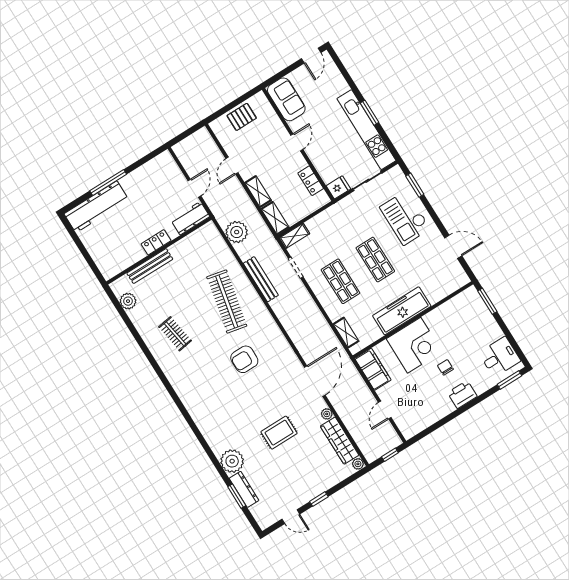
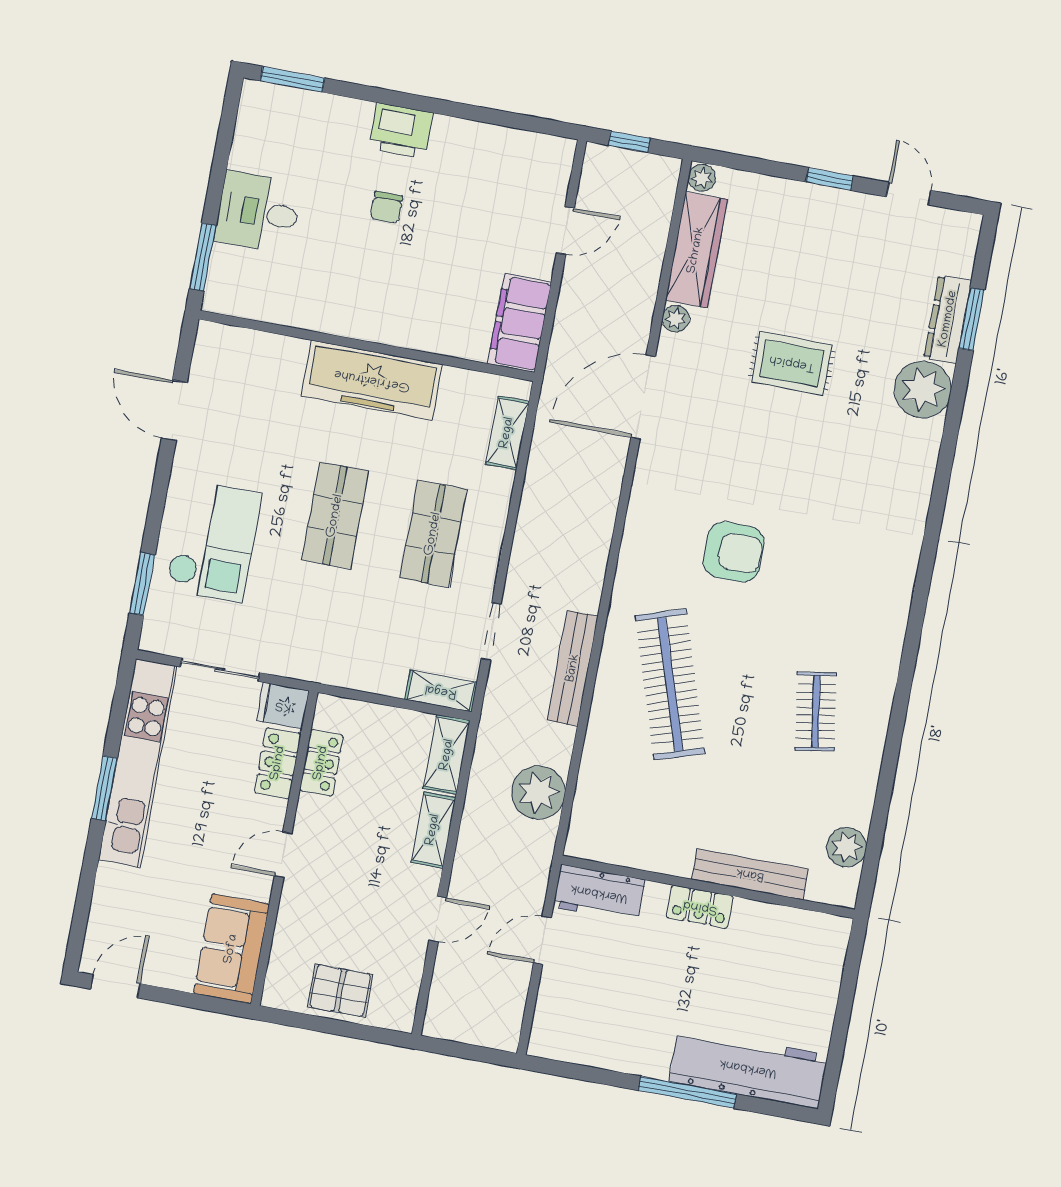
locker: (324, 168) -> (278, 763), added
clothes rail: (227, 301) -> (670, 684), turned -30
corner desk: (414, 345) -> (406, 298), removed
desk: (500, 357) -> (258, 212), moved

